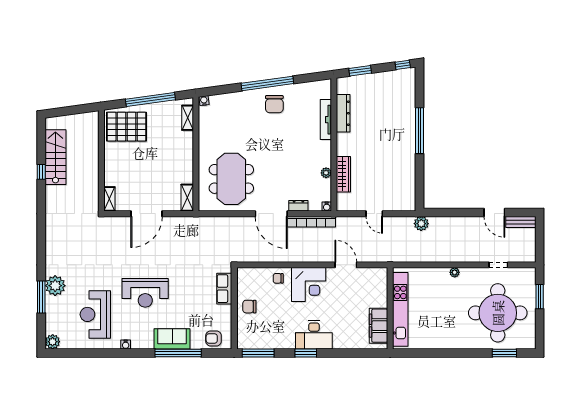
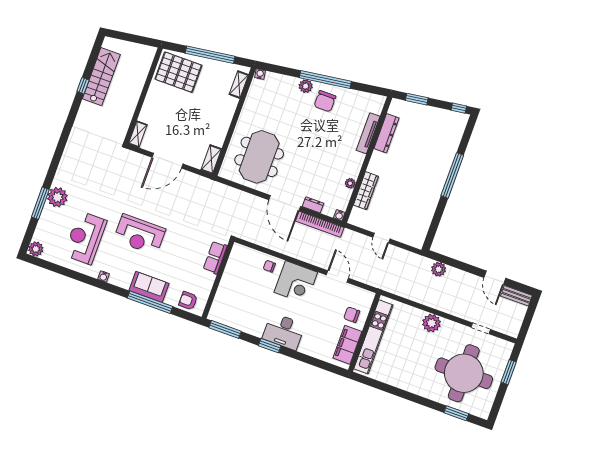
plant: (251, 96) -> (306, 86), added
plant: (421, 224) -> (439, 269), moved
plant: (455, 272) -> (431, 323), width x1.88, depth x1.88
chair: (249, 307) -> (352, 315), moved

